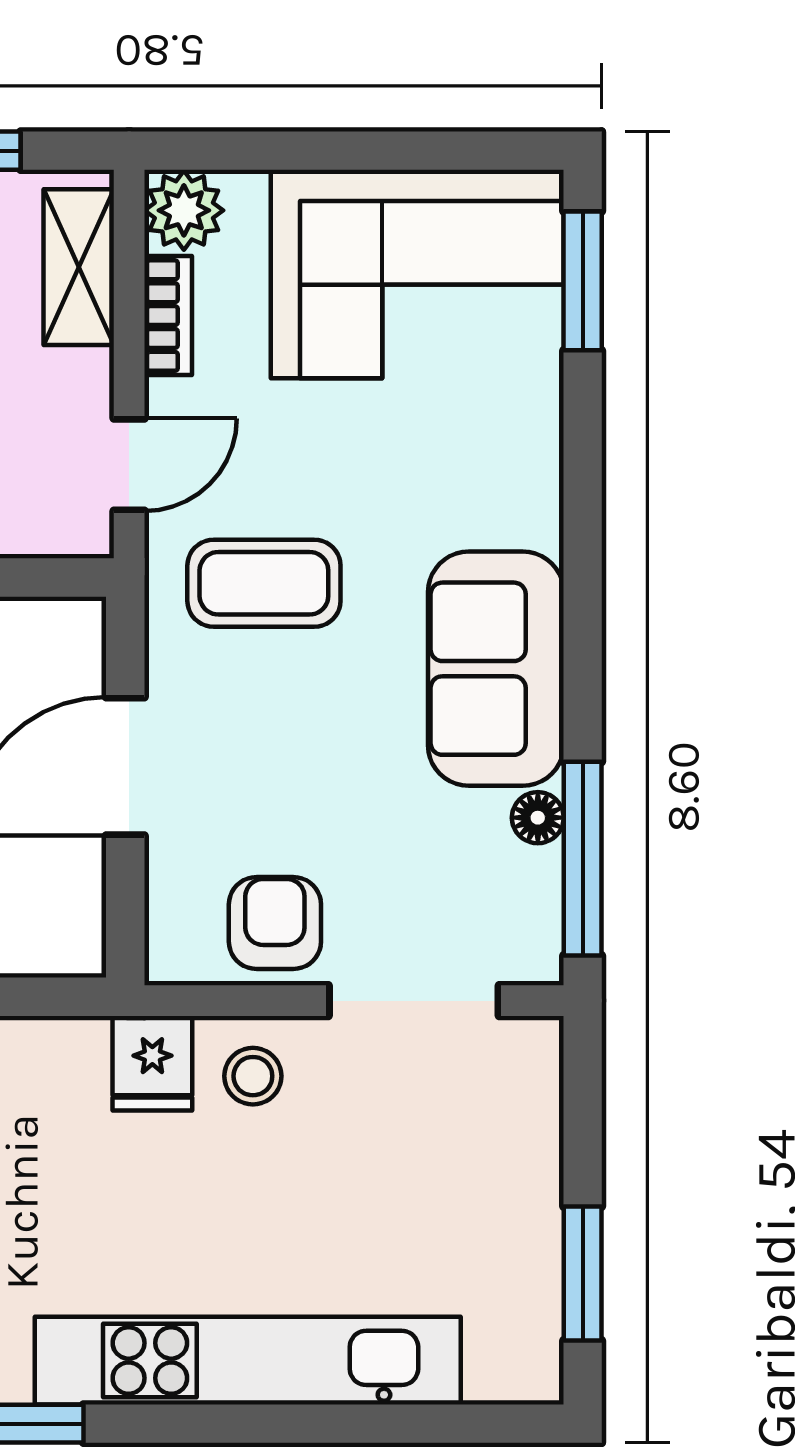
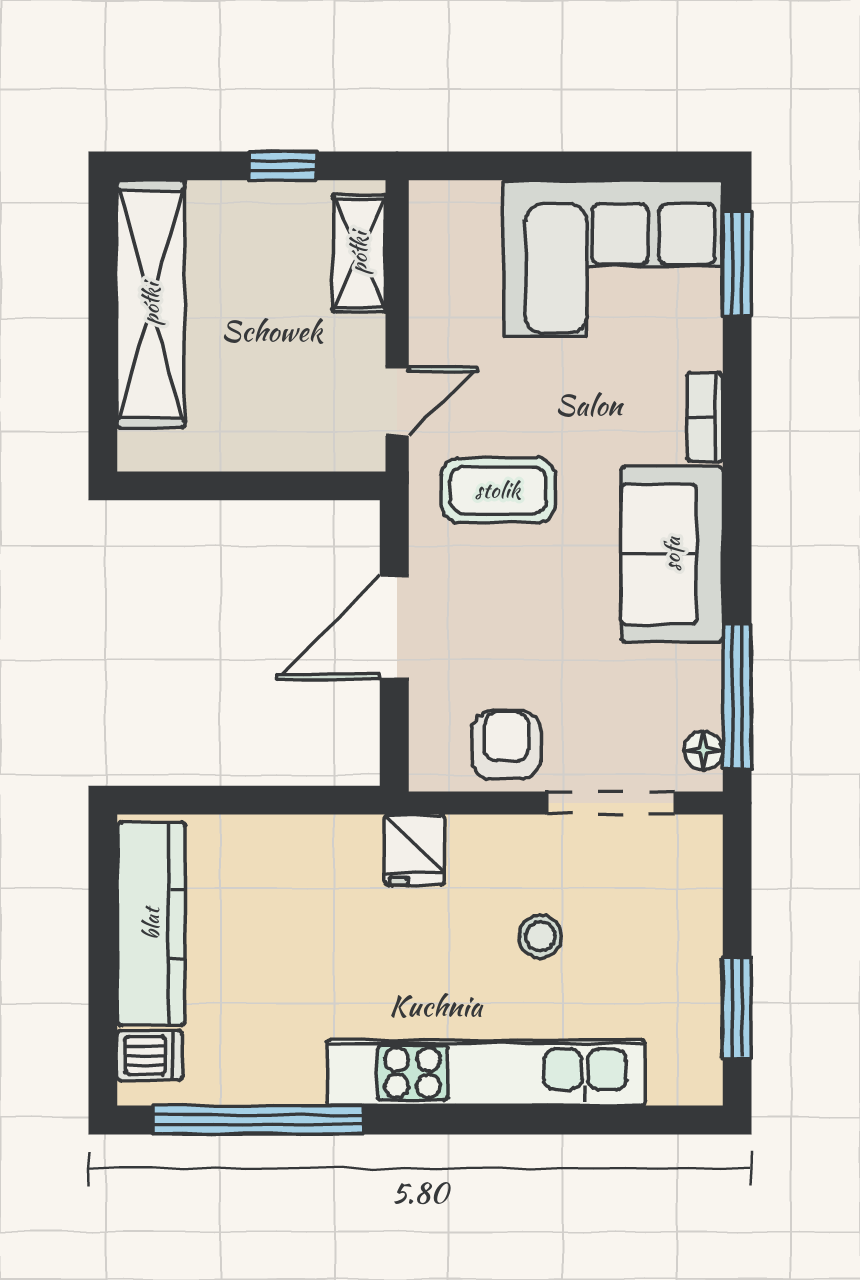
plant: (184, 210) -> (438, 211), removed
bookcase: (168, 316) -> (705, 417), moved, turned 180
floor lamp: (538, 818) -> (703, 751), moved
stool: (253, 1076) -> (540, 937), moved

